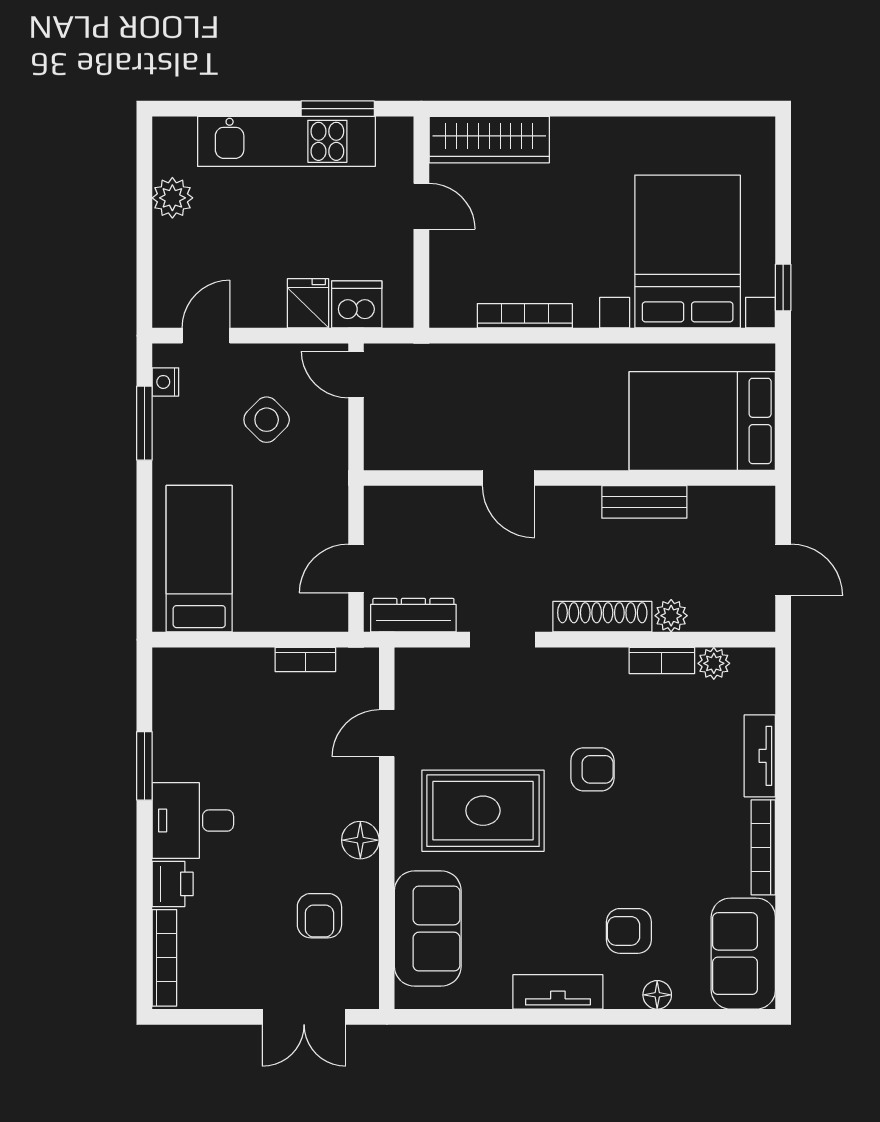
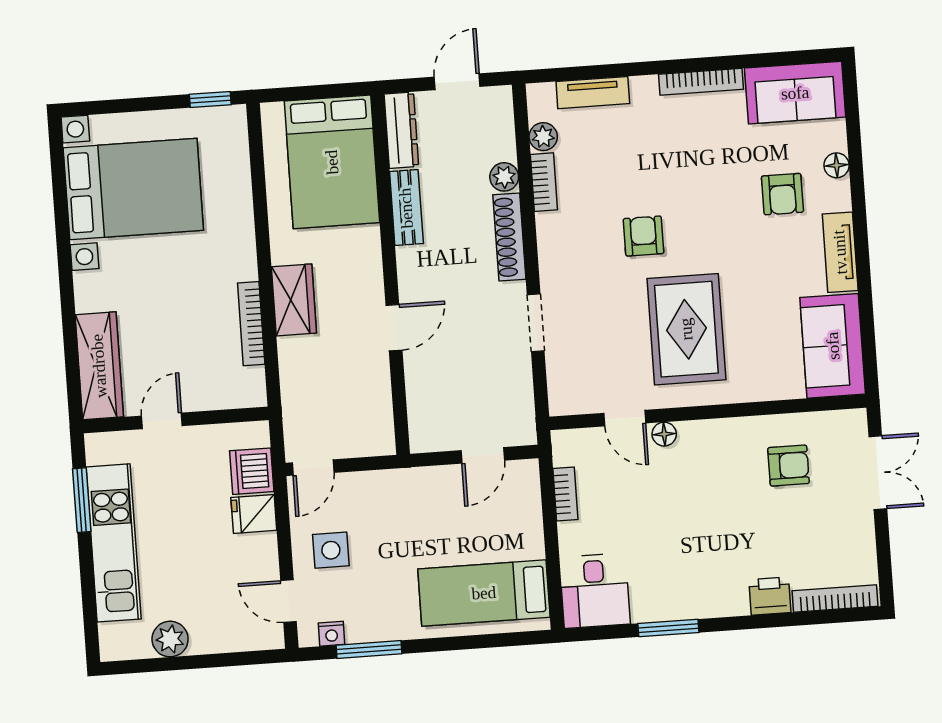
bed with nightstands: (688, 252) -> (133, 189), moved, turned 180
wardrobe: (548, 366) -> (294, 300), added
side table: (267, 420) -> (331, 550), moved, turned 45
door: (356, 569) -> (483, 455), hinge flipped
dresser: (413, 615) -> (401, 130), moved, turned 180
tv unit: (760, 756) -> (593, 93), moved
desk: (193, 821) -> (595, 591), moved
floor lamp: (360, 840) -> (664, 434), moved, width x0.73, depth x0.73
sofa: (428, 929) -> (833, 346), moved, turned -90

